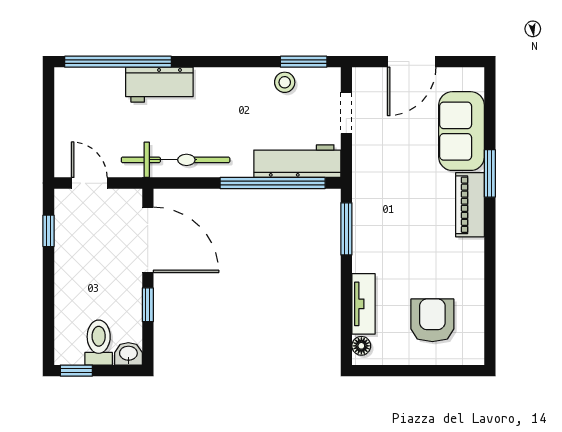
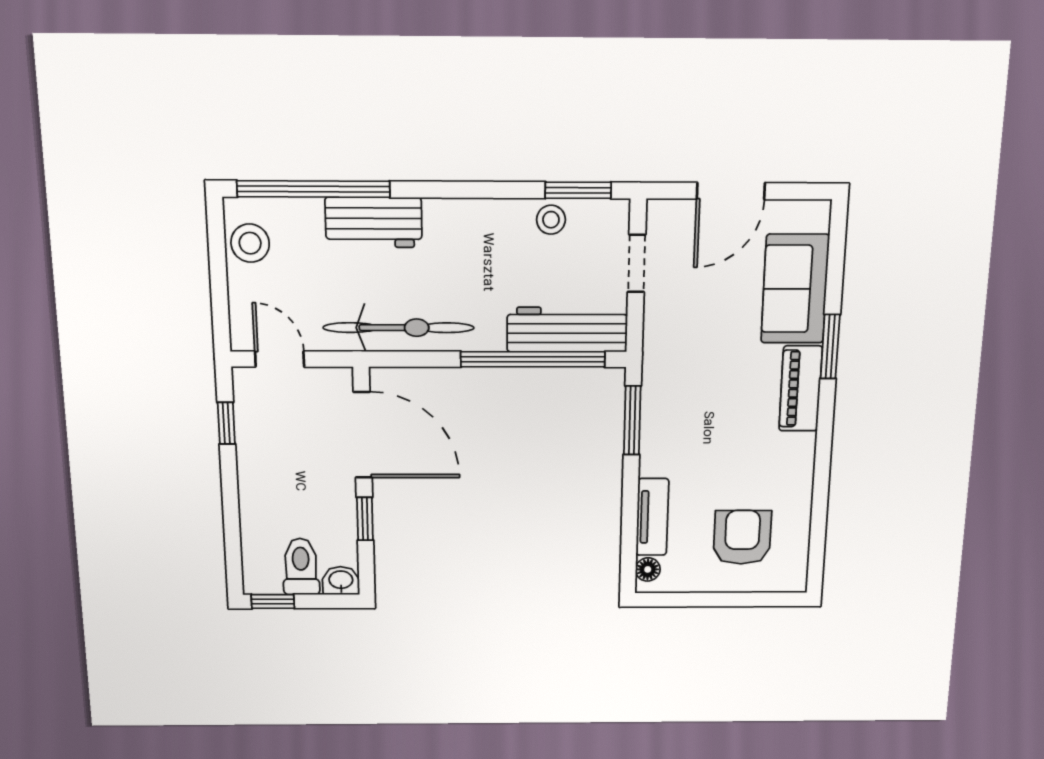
stool: (72, 100) -> (250, 243), added

